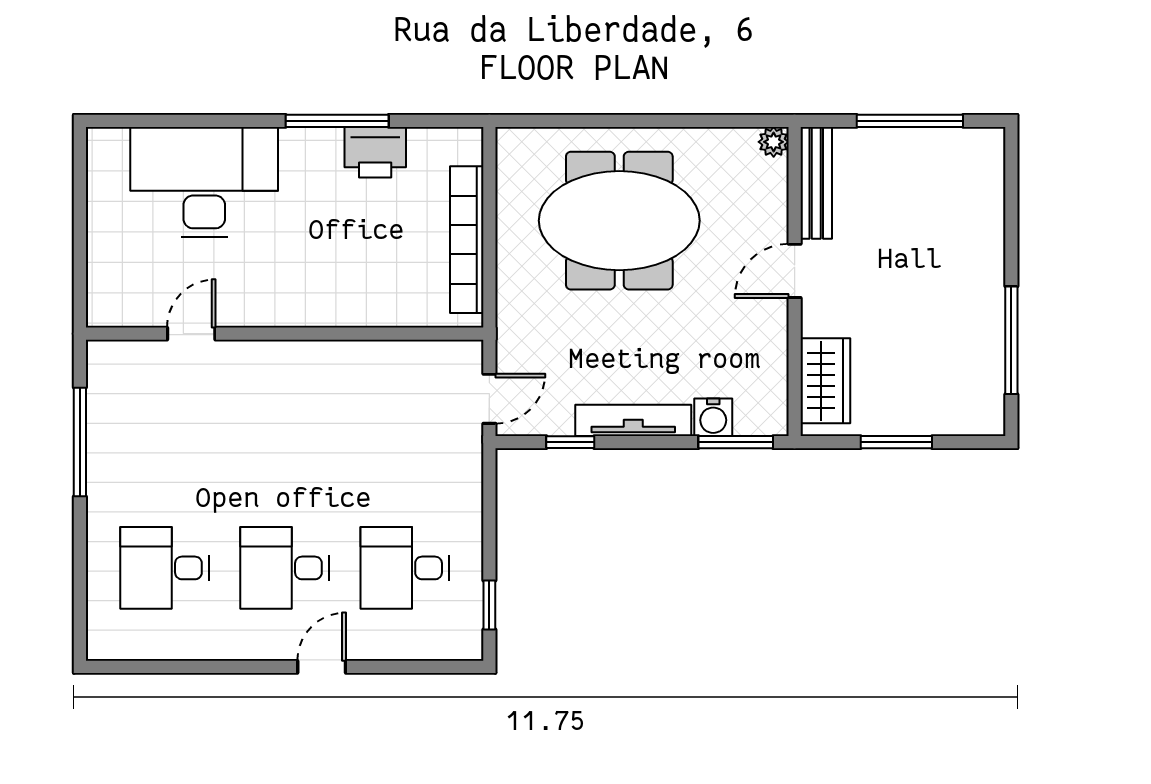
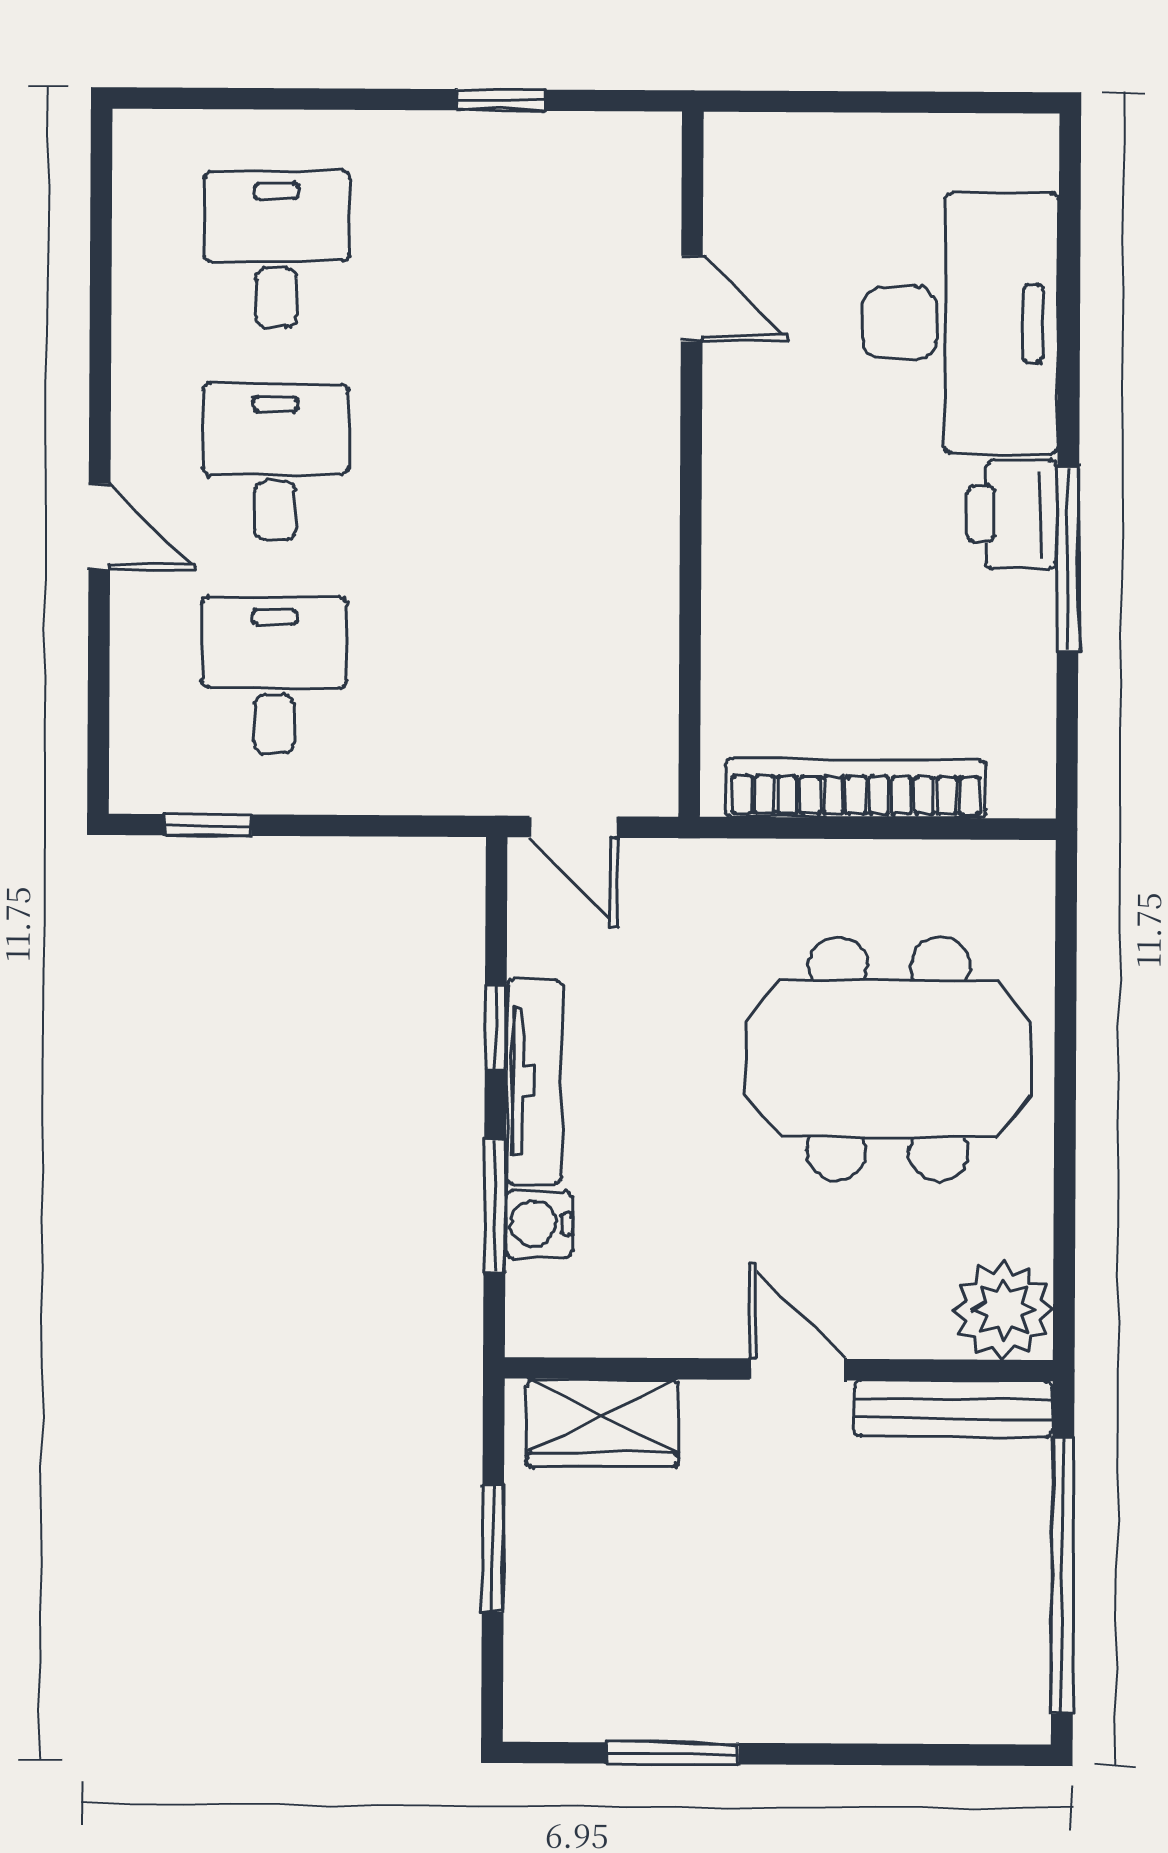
window: (910, 121) -> (1063, 1575), width x1.46
plant: (774, 142) -> (1003, 1310), width x1.88, depth x1.88
printer: (375, 152) -> (1012, 514), moved
meeting table: (619, 221) -> (888, 1059), turned 90
window: (1011, 340) -> (672, 1753), width x0.69
window: (80, 442) -> (501, 100), width x0.46
window: (570, 442) -> (496, 1028), moved
window: (736, 442) -> (495, 1206), moved

